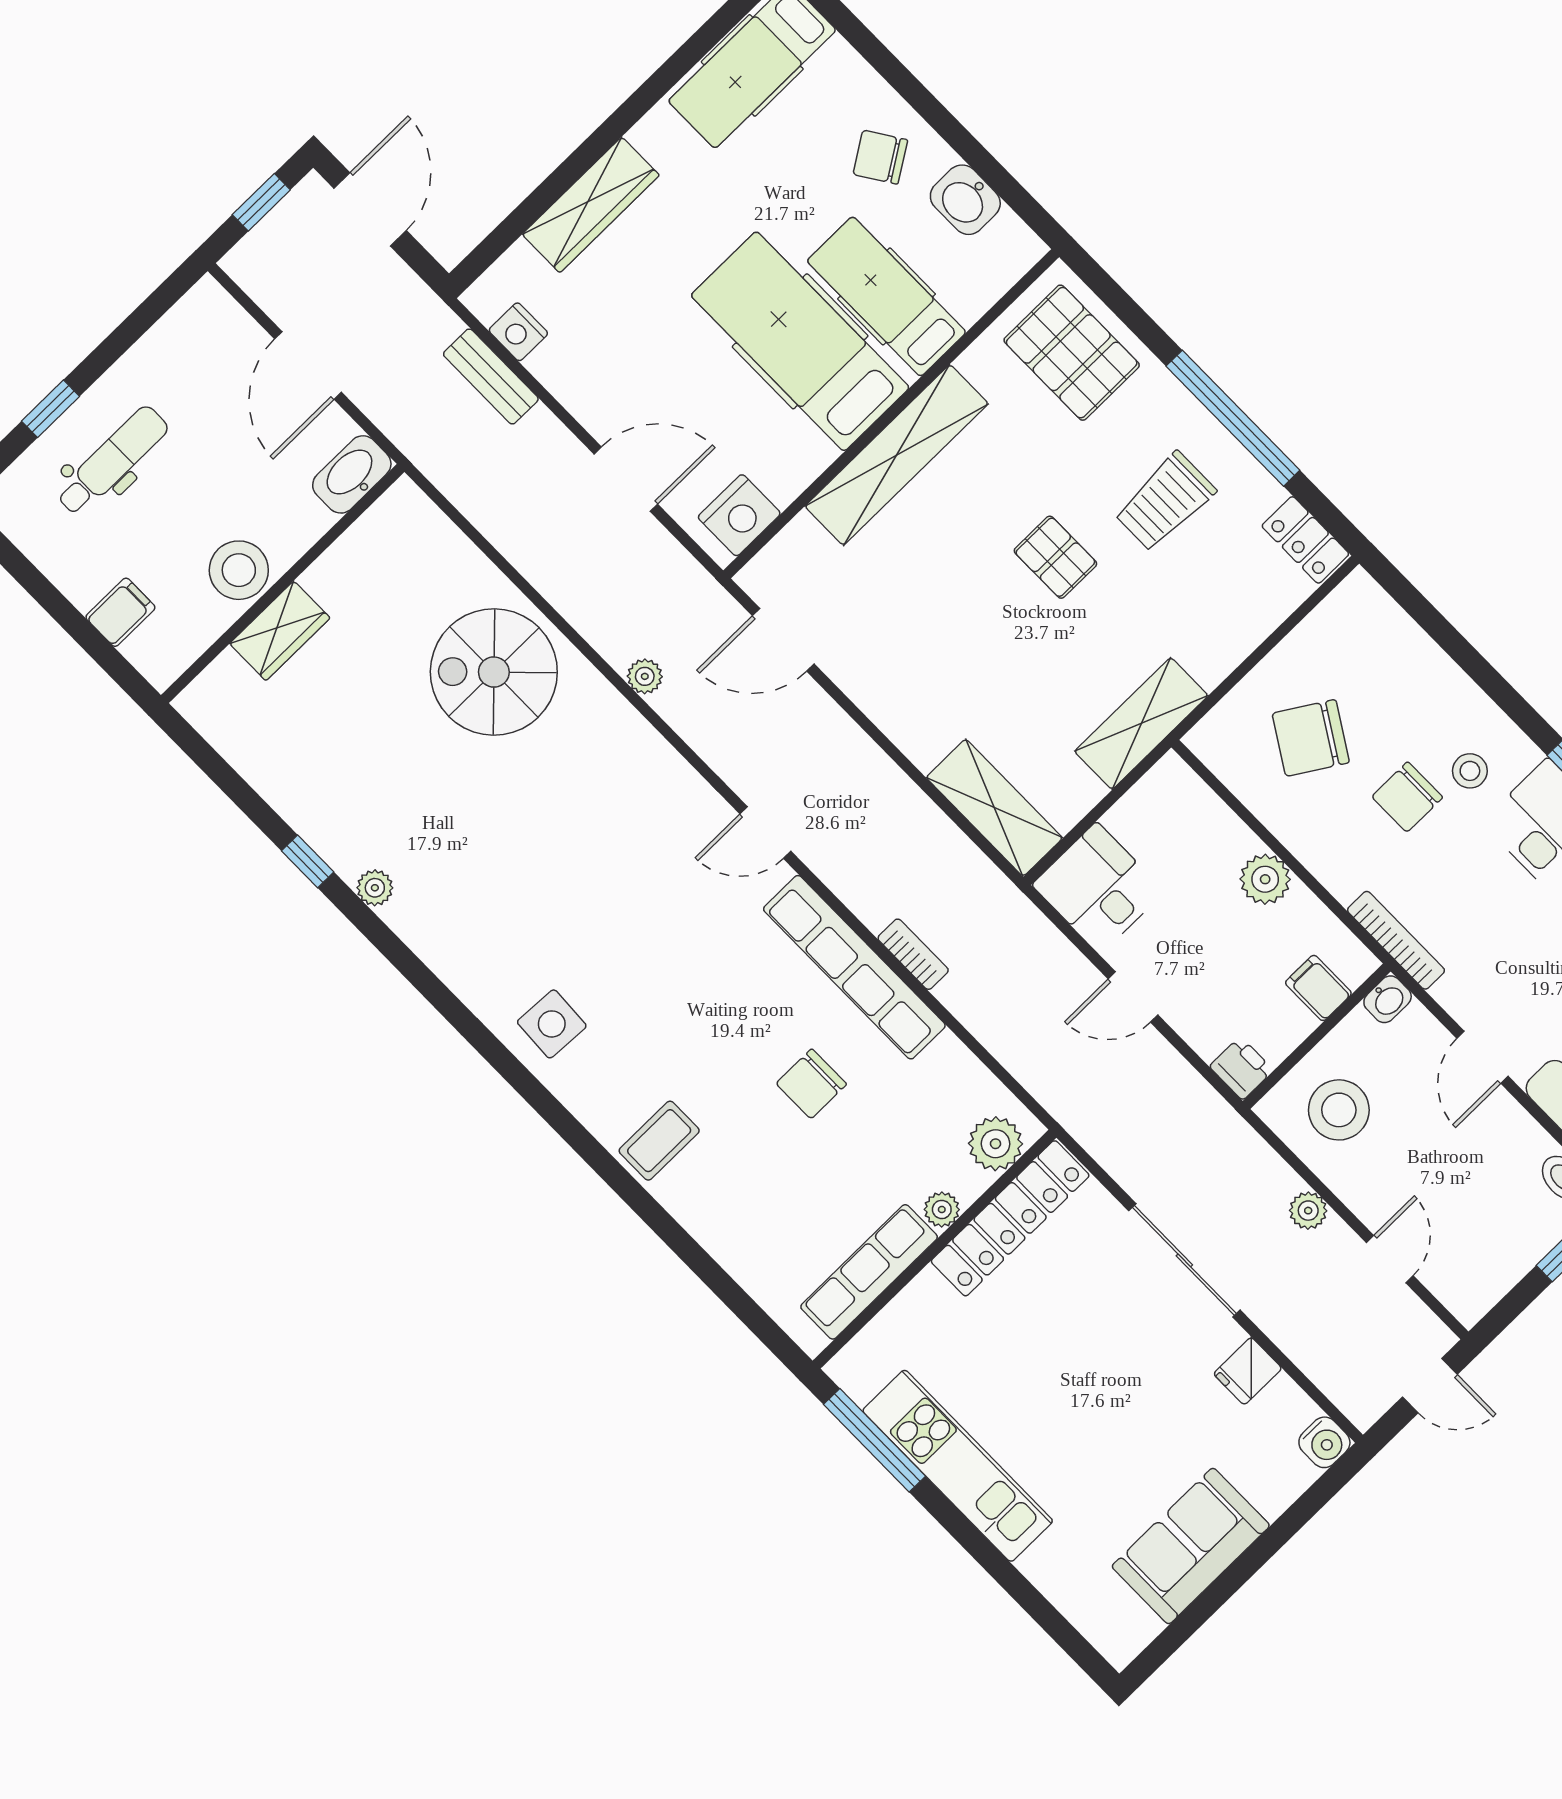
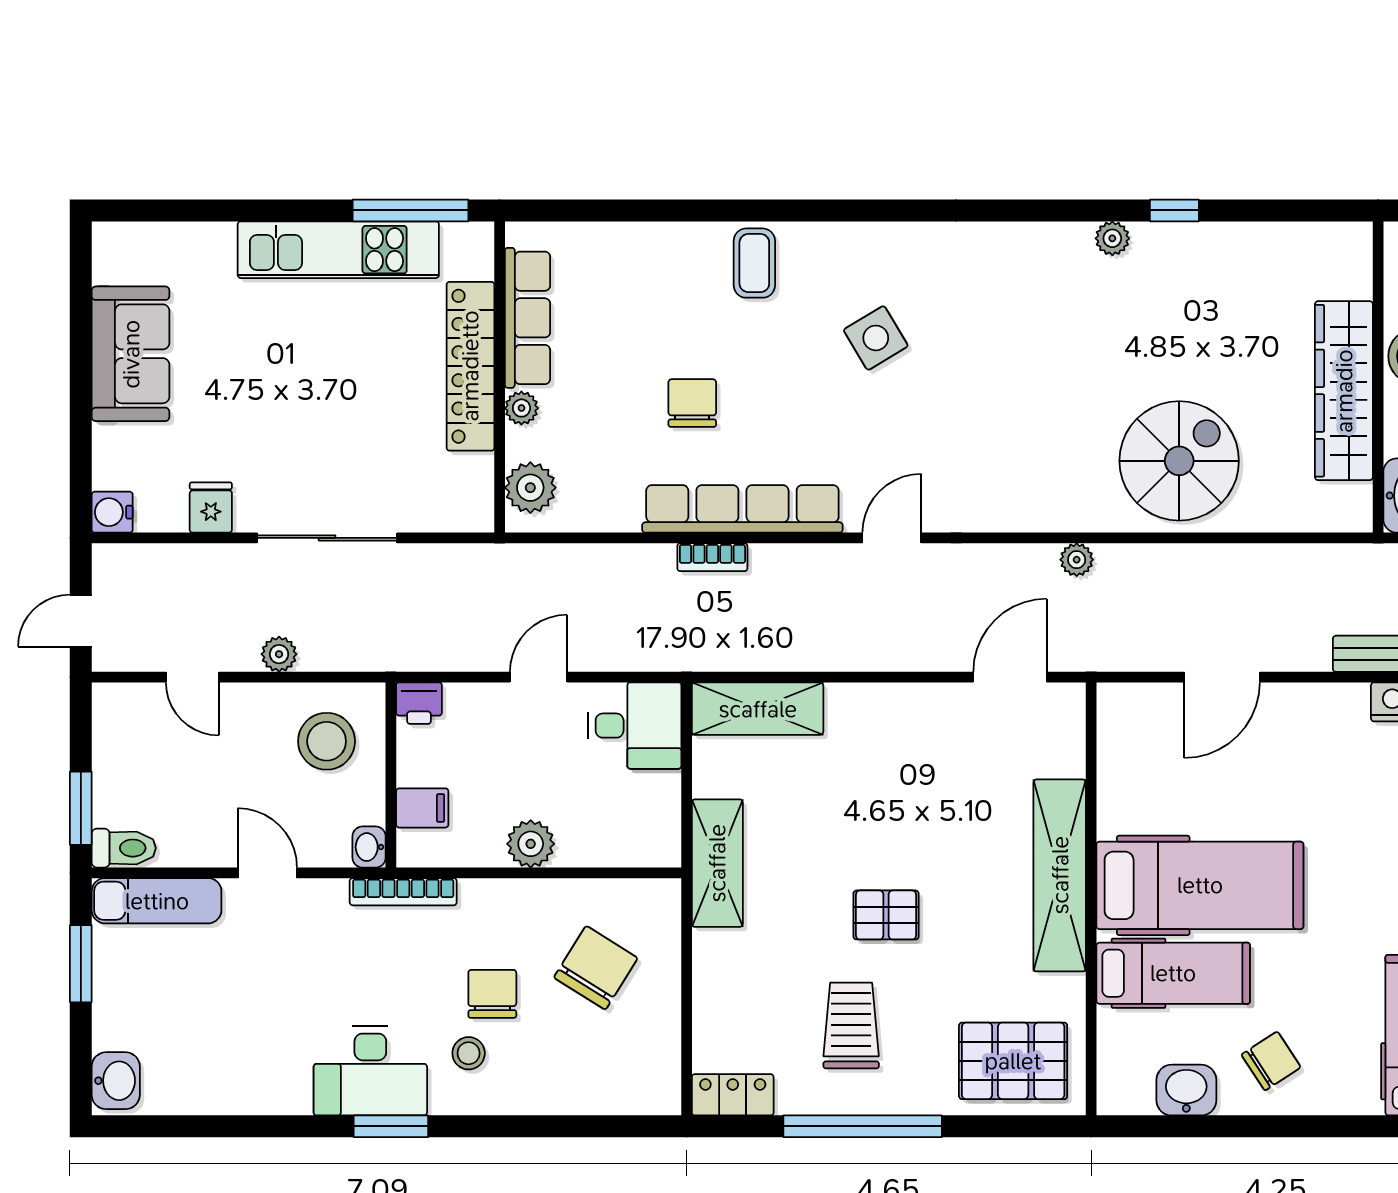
nightstand: (739, 515) -> (1123, 730), removed
wardrobe: (280, 631) -> (1344, 391), width x2.10, depth x1.17
side table: (552, 1024) -> (876, 338), moved, turned -34
locker: (1010, 1218) -> (470, 366), moved

